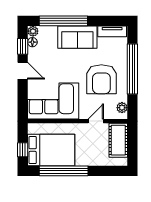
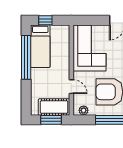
window: (132, 143) -> (51, 120), added
bed: (51, 150) -> (40, 46), width x0.67

